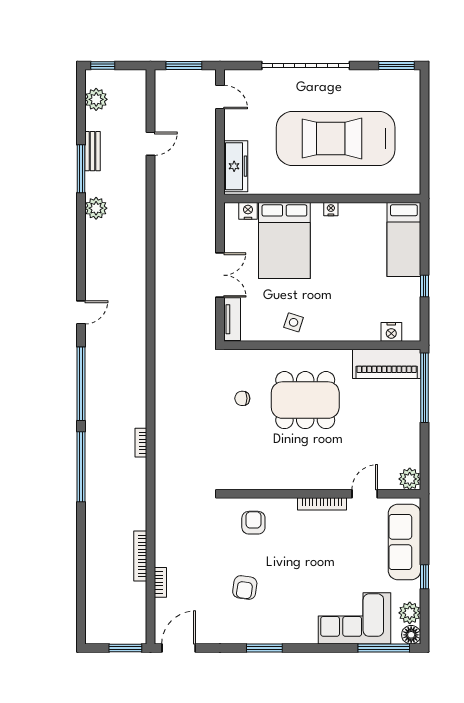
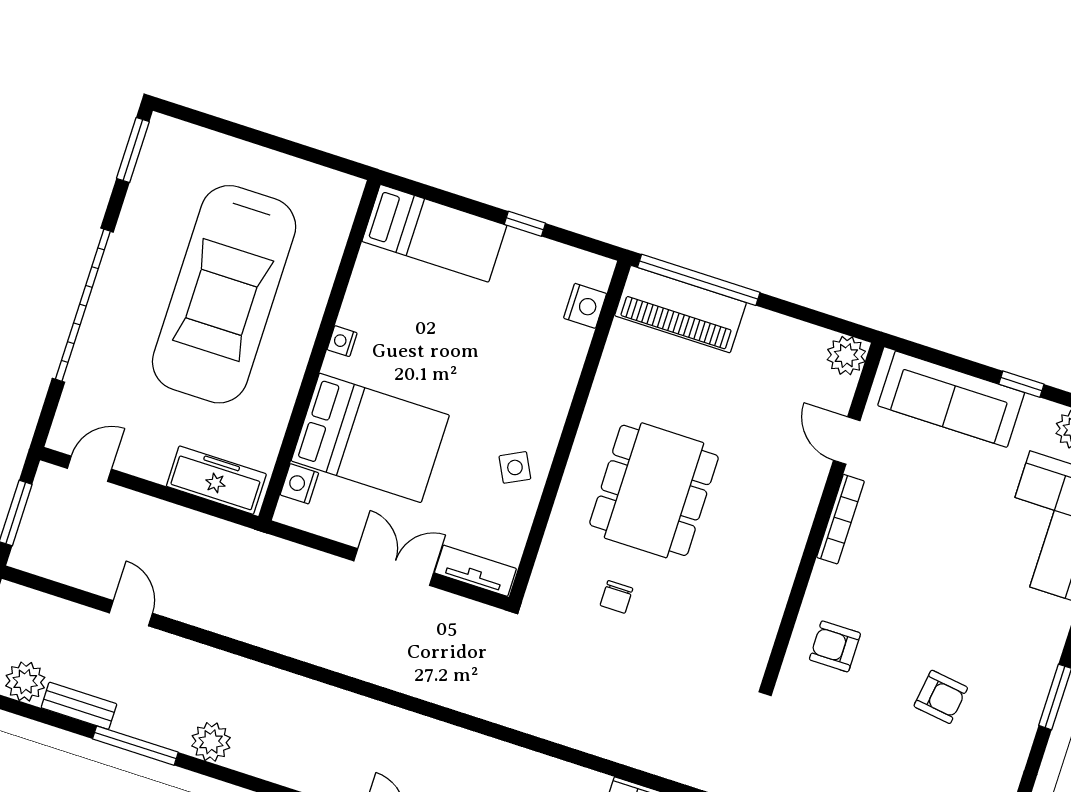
bench: (93, 151) -> (79, 706), moved
side table: (294, 322) -> (515, 467), turned 45
piano: (387, 364) -> (680, 309), moved, turned 90

